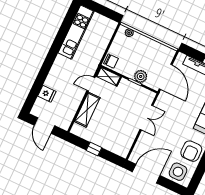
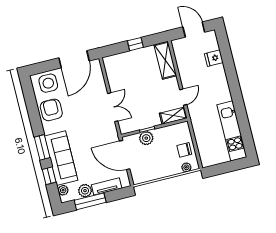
chair: (111, 61) -> (184, 150), moved
shelving: (87, 110) -> (165, 60), moved
double door: (146, 118) -> (113, 107), swing flipped

